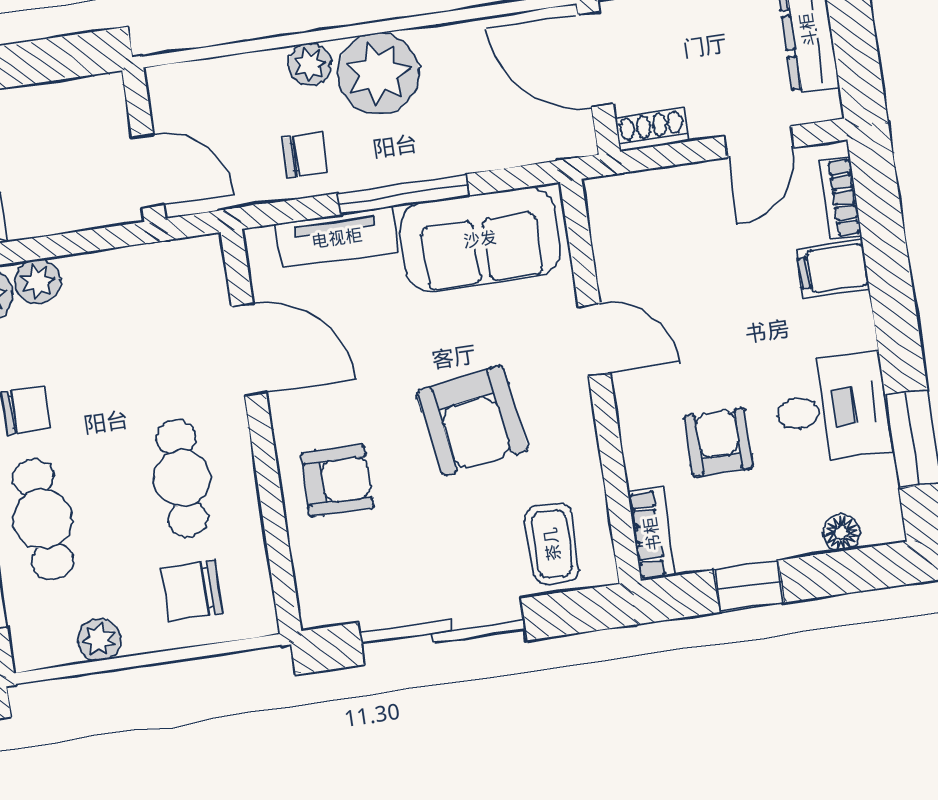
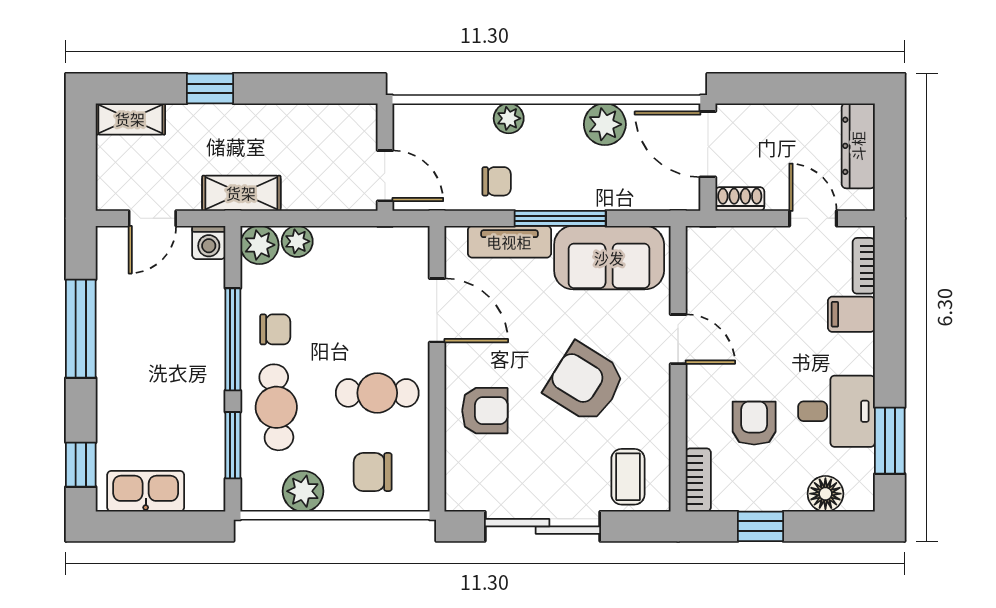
plant: (378, 74) -> (605, 124), moved, width x0.73, depth x0.73
door: (759, 142) -> (813, 218), swing flipped
armchair: (472, 421) -> (585, 383), turned 131
cafe table: (182, 478) -> (377, 393), turned 90
floor lamp: (842, 533) -> (825, 494), width x1.37, depth x1.37
plant: (99, 640) -> (303, 491), width x1.38, depth x1.38

